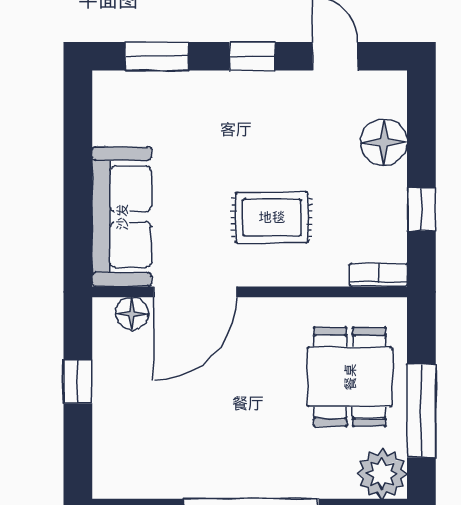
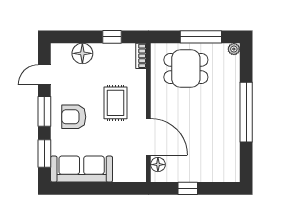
window: (252, 56) -> (44, 111), width x1.50
armchair: (240, 123) -> (74, 117), added
sofa: (122, 217) -> (82, 169), moved
plant: (382, 474) -> (234, 49), width x0.53, depth x0.53

